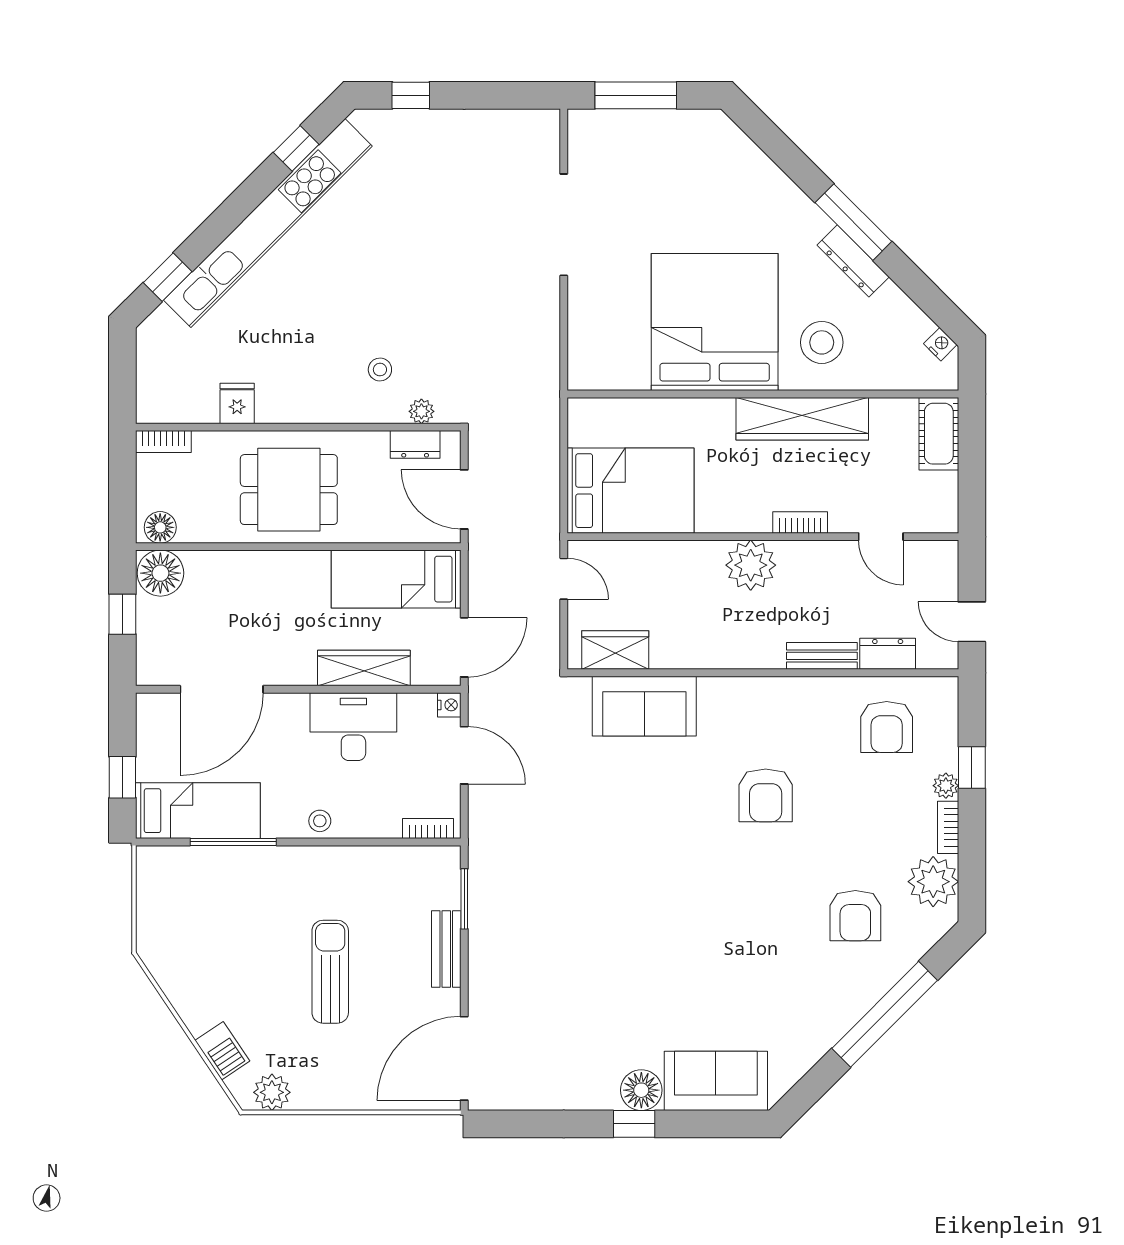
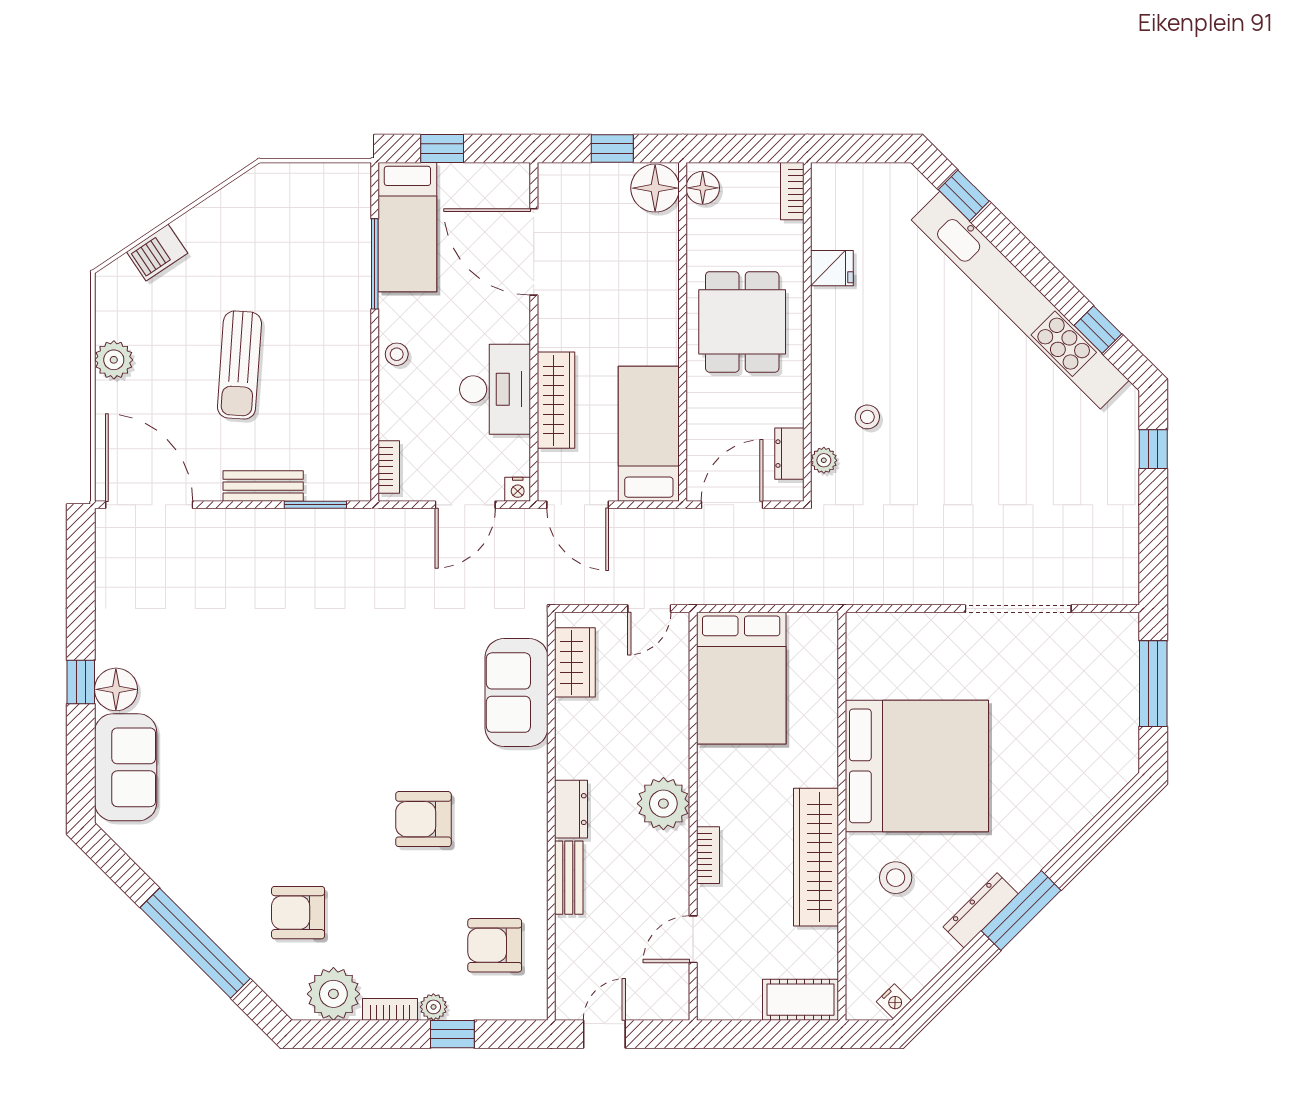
stool: (822, 342) -> (896, 878), width x0.73, depth x0.73
dresser: (888, 654) -> (571, 809), moved
sun lounger: (330, 972) -> (239, 365), turned 94
plant: (272, 1092) -> (114, 360), moved

